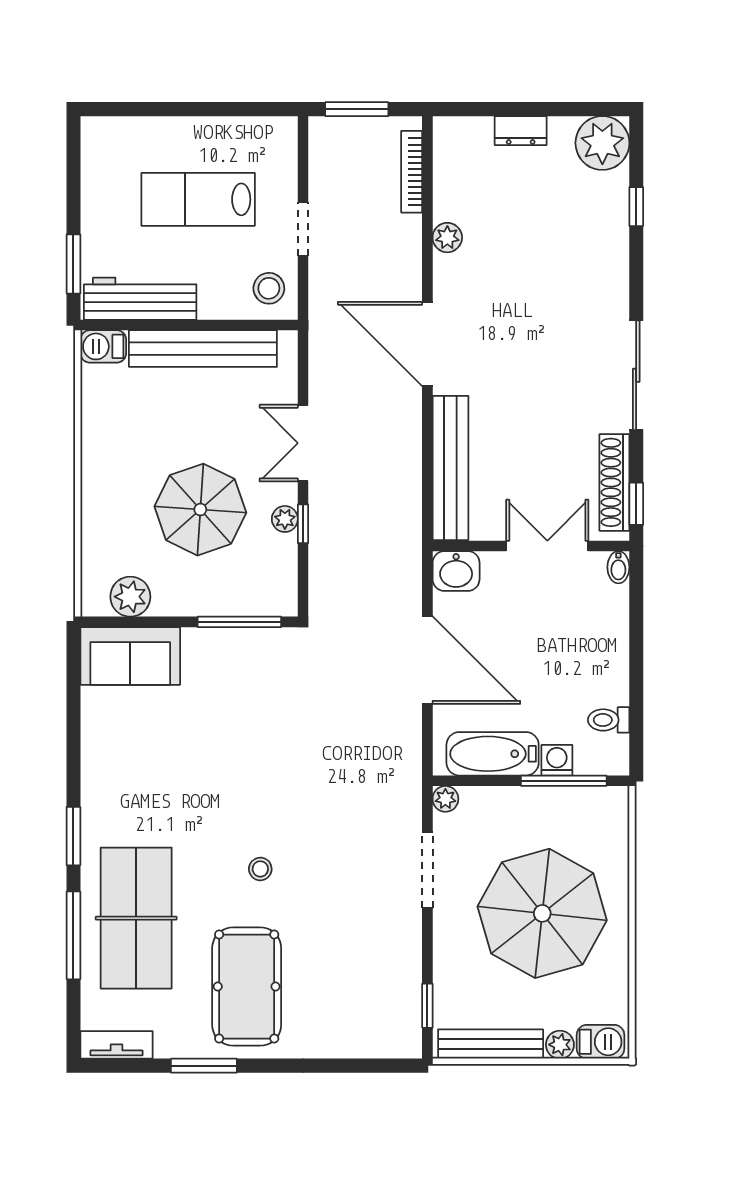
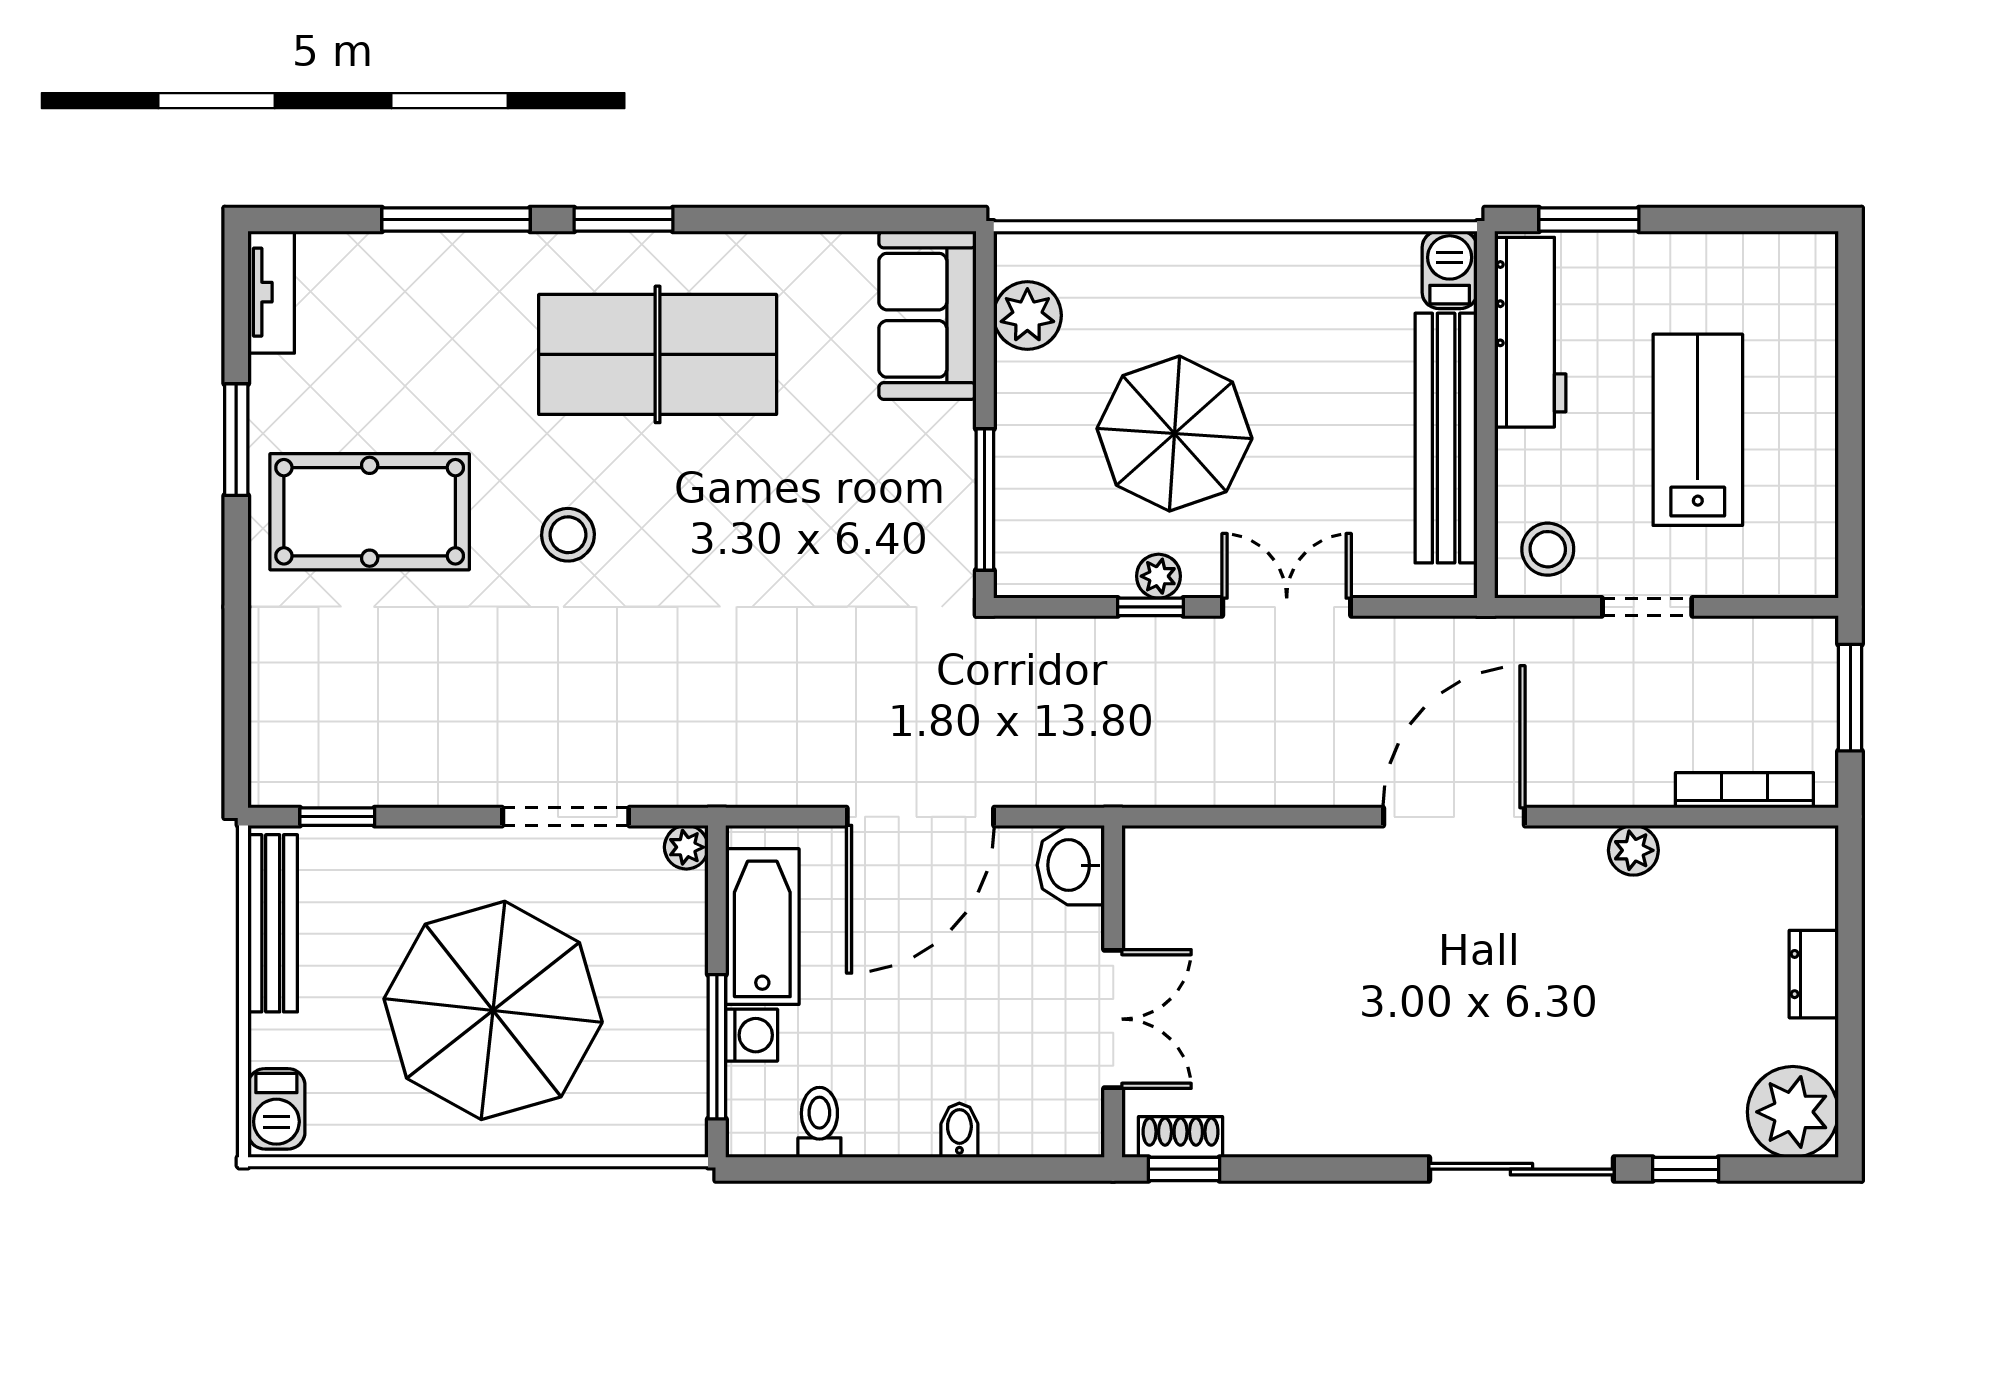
sliding door: (636, 375) -> (1521, 1169), moved
bench: (450, 468) -> (1245, 856), removed
shoe rack: (614, 482) -> (1181, 1137), width x0.51, depth x0.81
bidet: (618, 567) -> (959, 1130), moved, turned 90
stool: (260, 869) -> (568, 535), width x1.37, depth x1.37
table tennis table: (136, 918) -> (658, 354), moved
plant: (560, 1045) -> (272, 1040), removed

